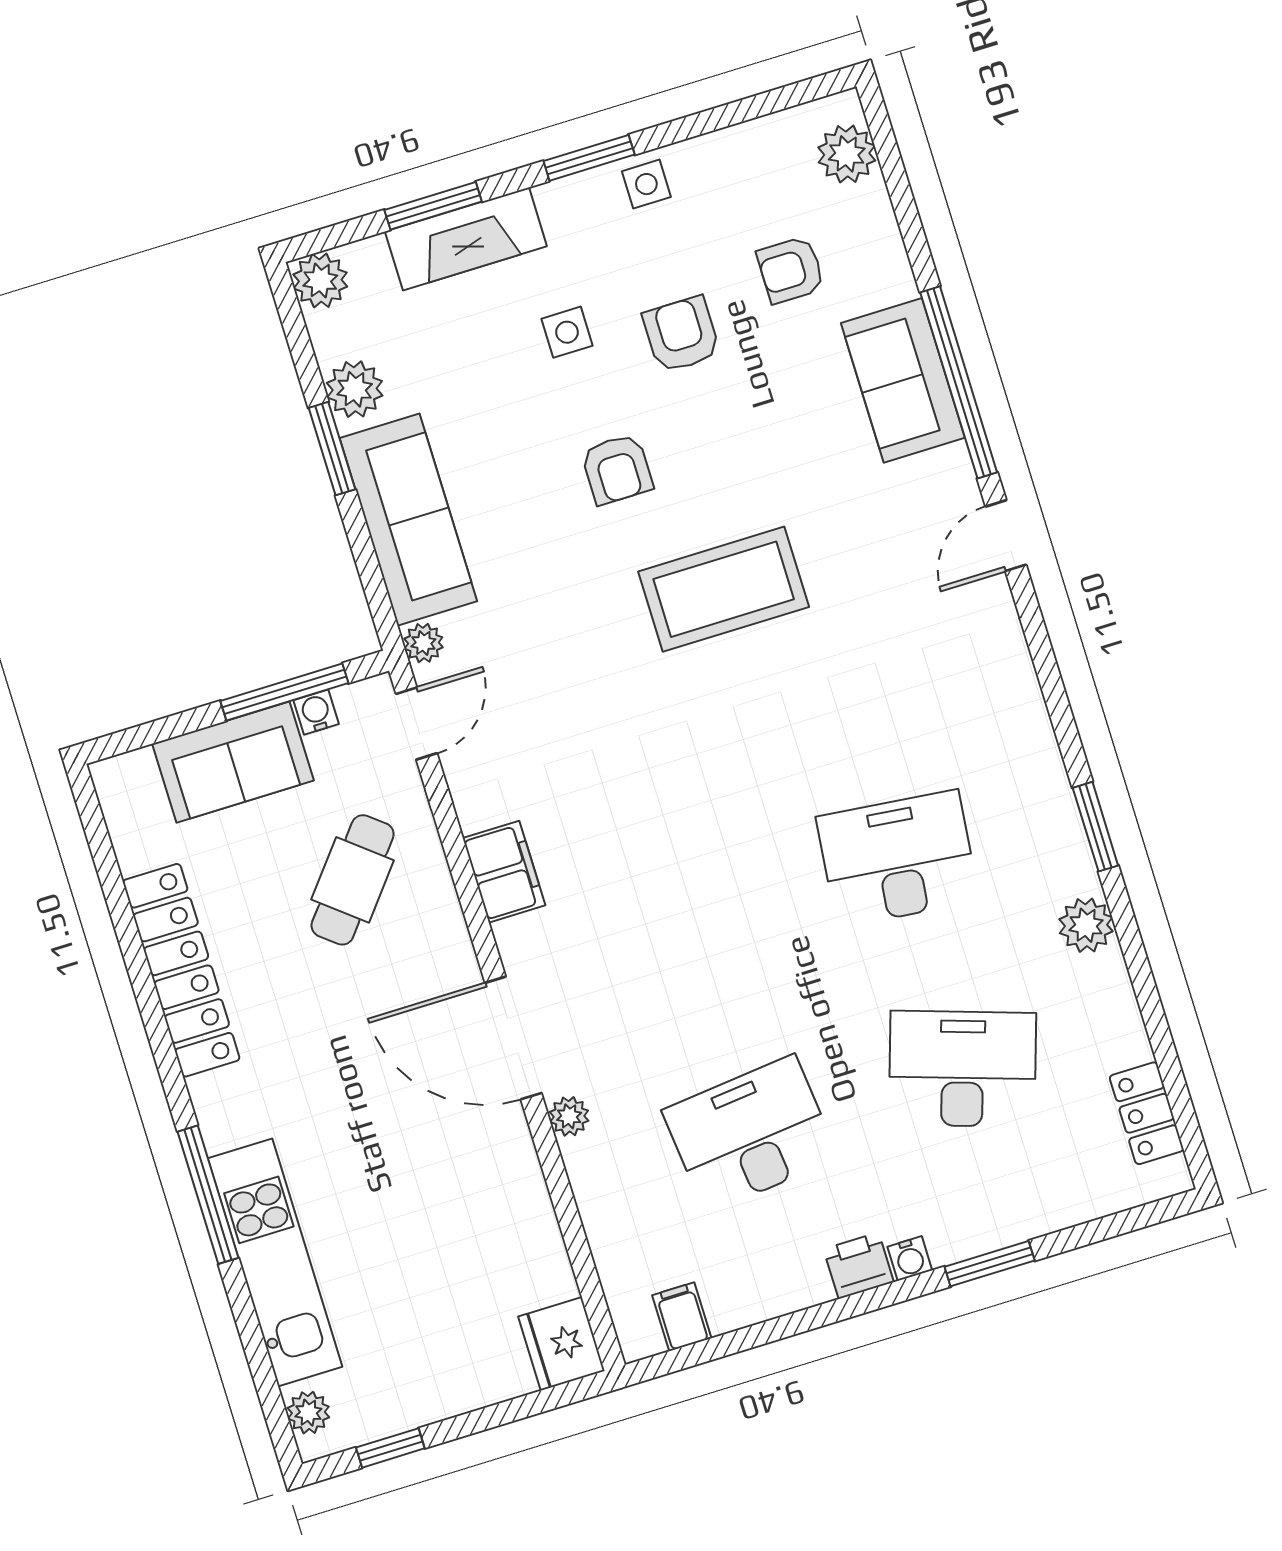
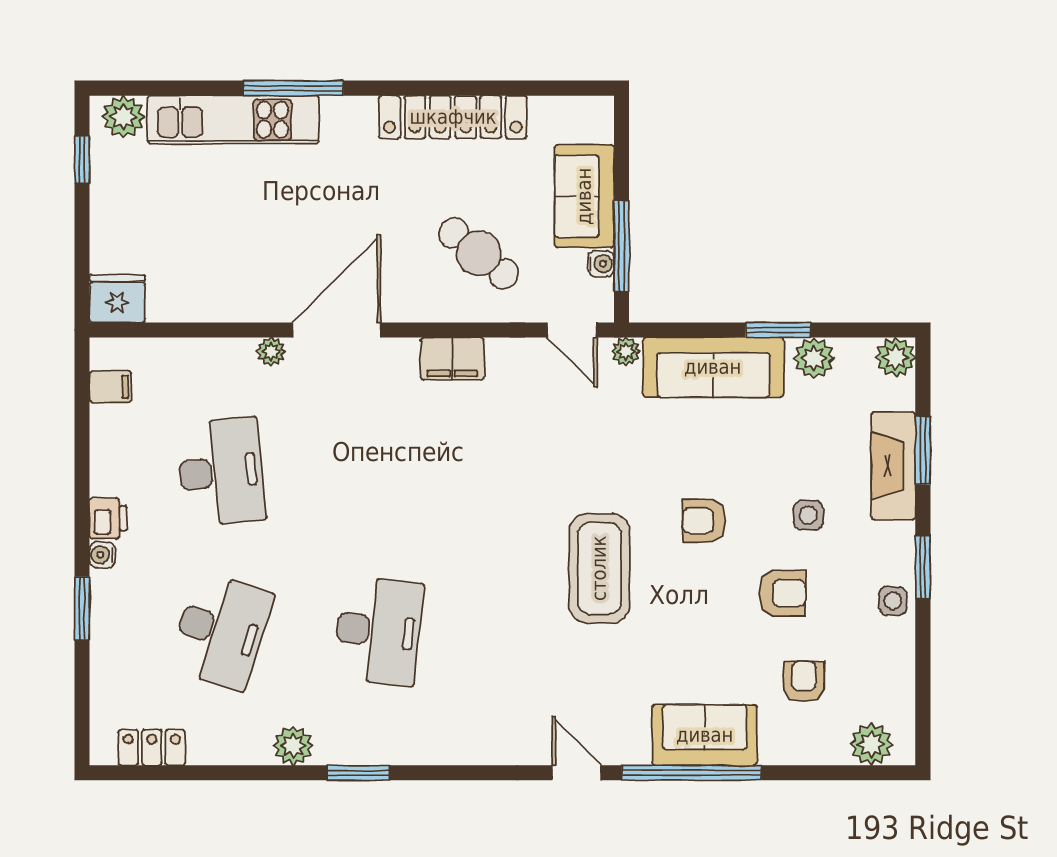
plant: (308, 1413) -> (123, 117), width x1.38, depth x1.38

